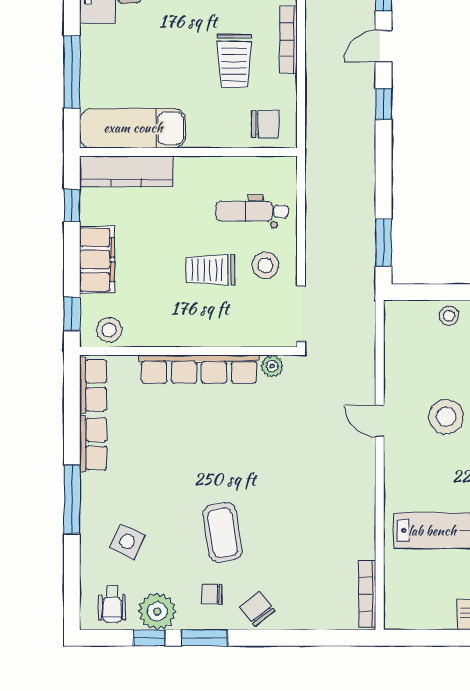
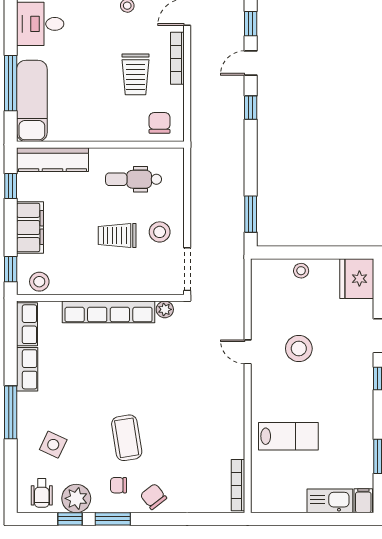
chair: (265, 124) -> (159, 123), turned -90
exam couch: (133, 128) -> (32, 101), moved, turned 90
dental chair: (252, 211) -> (134, 179), moved

